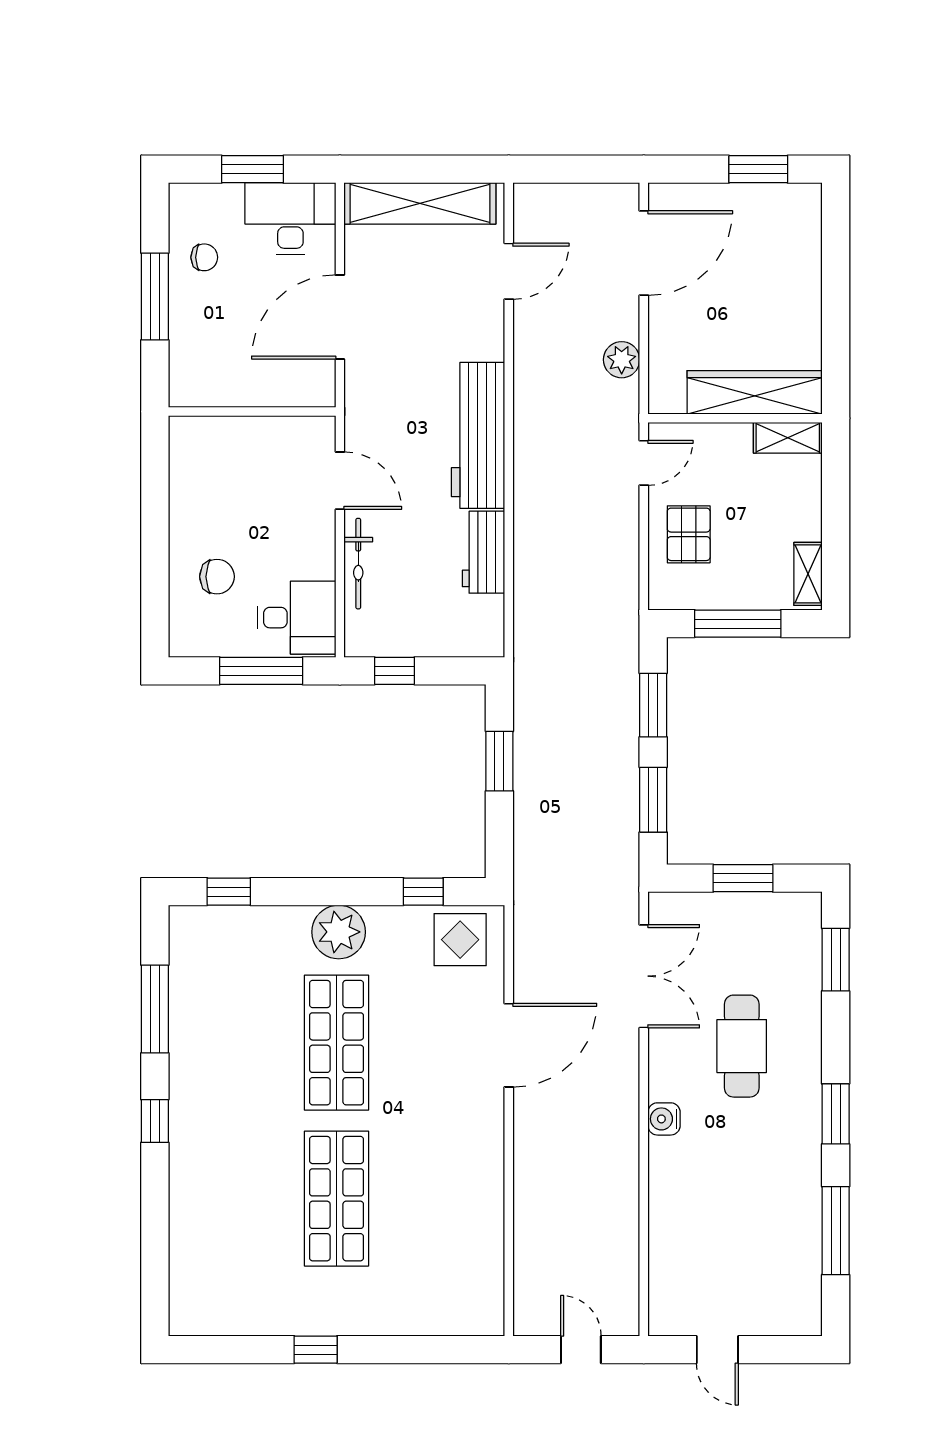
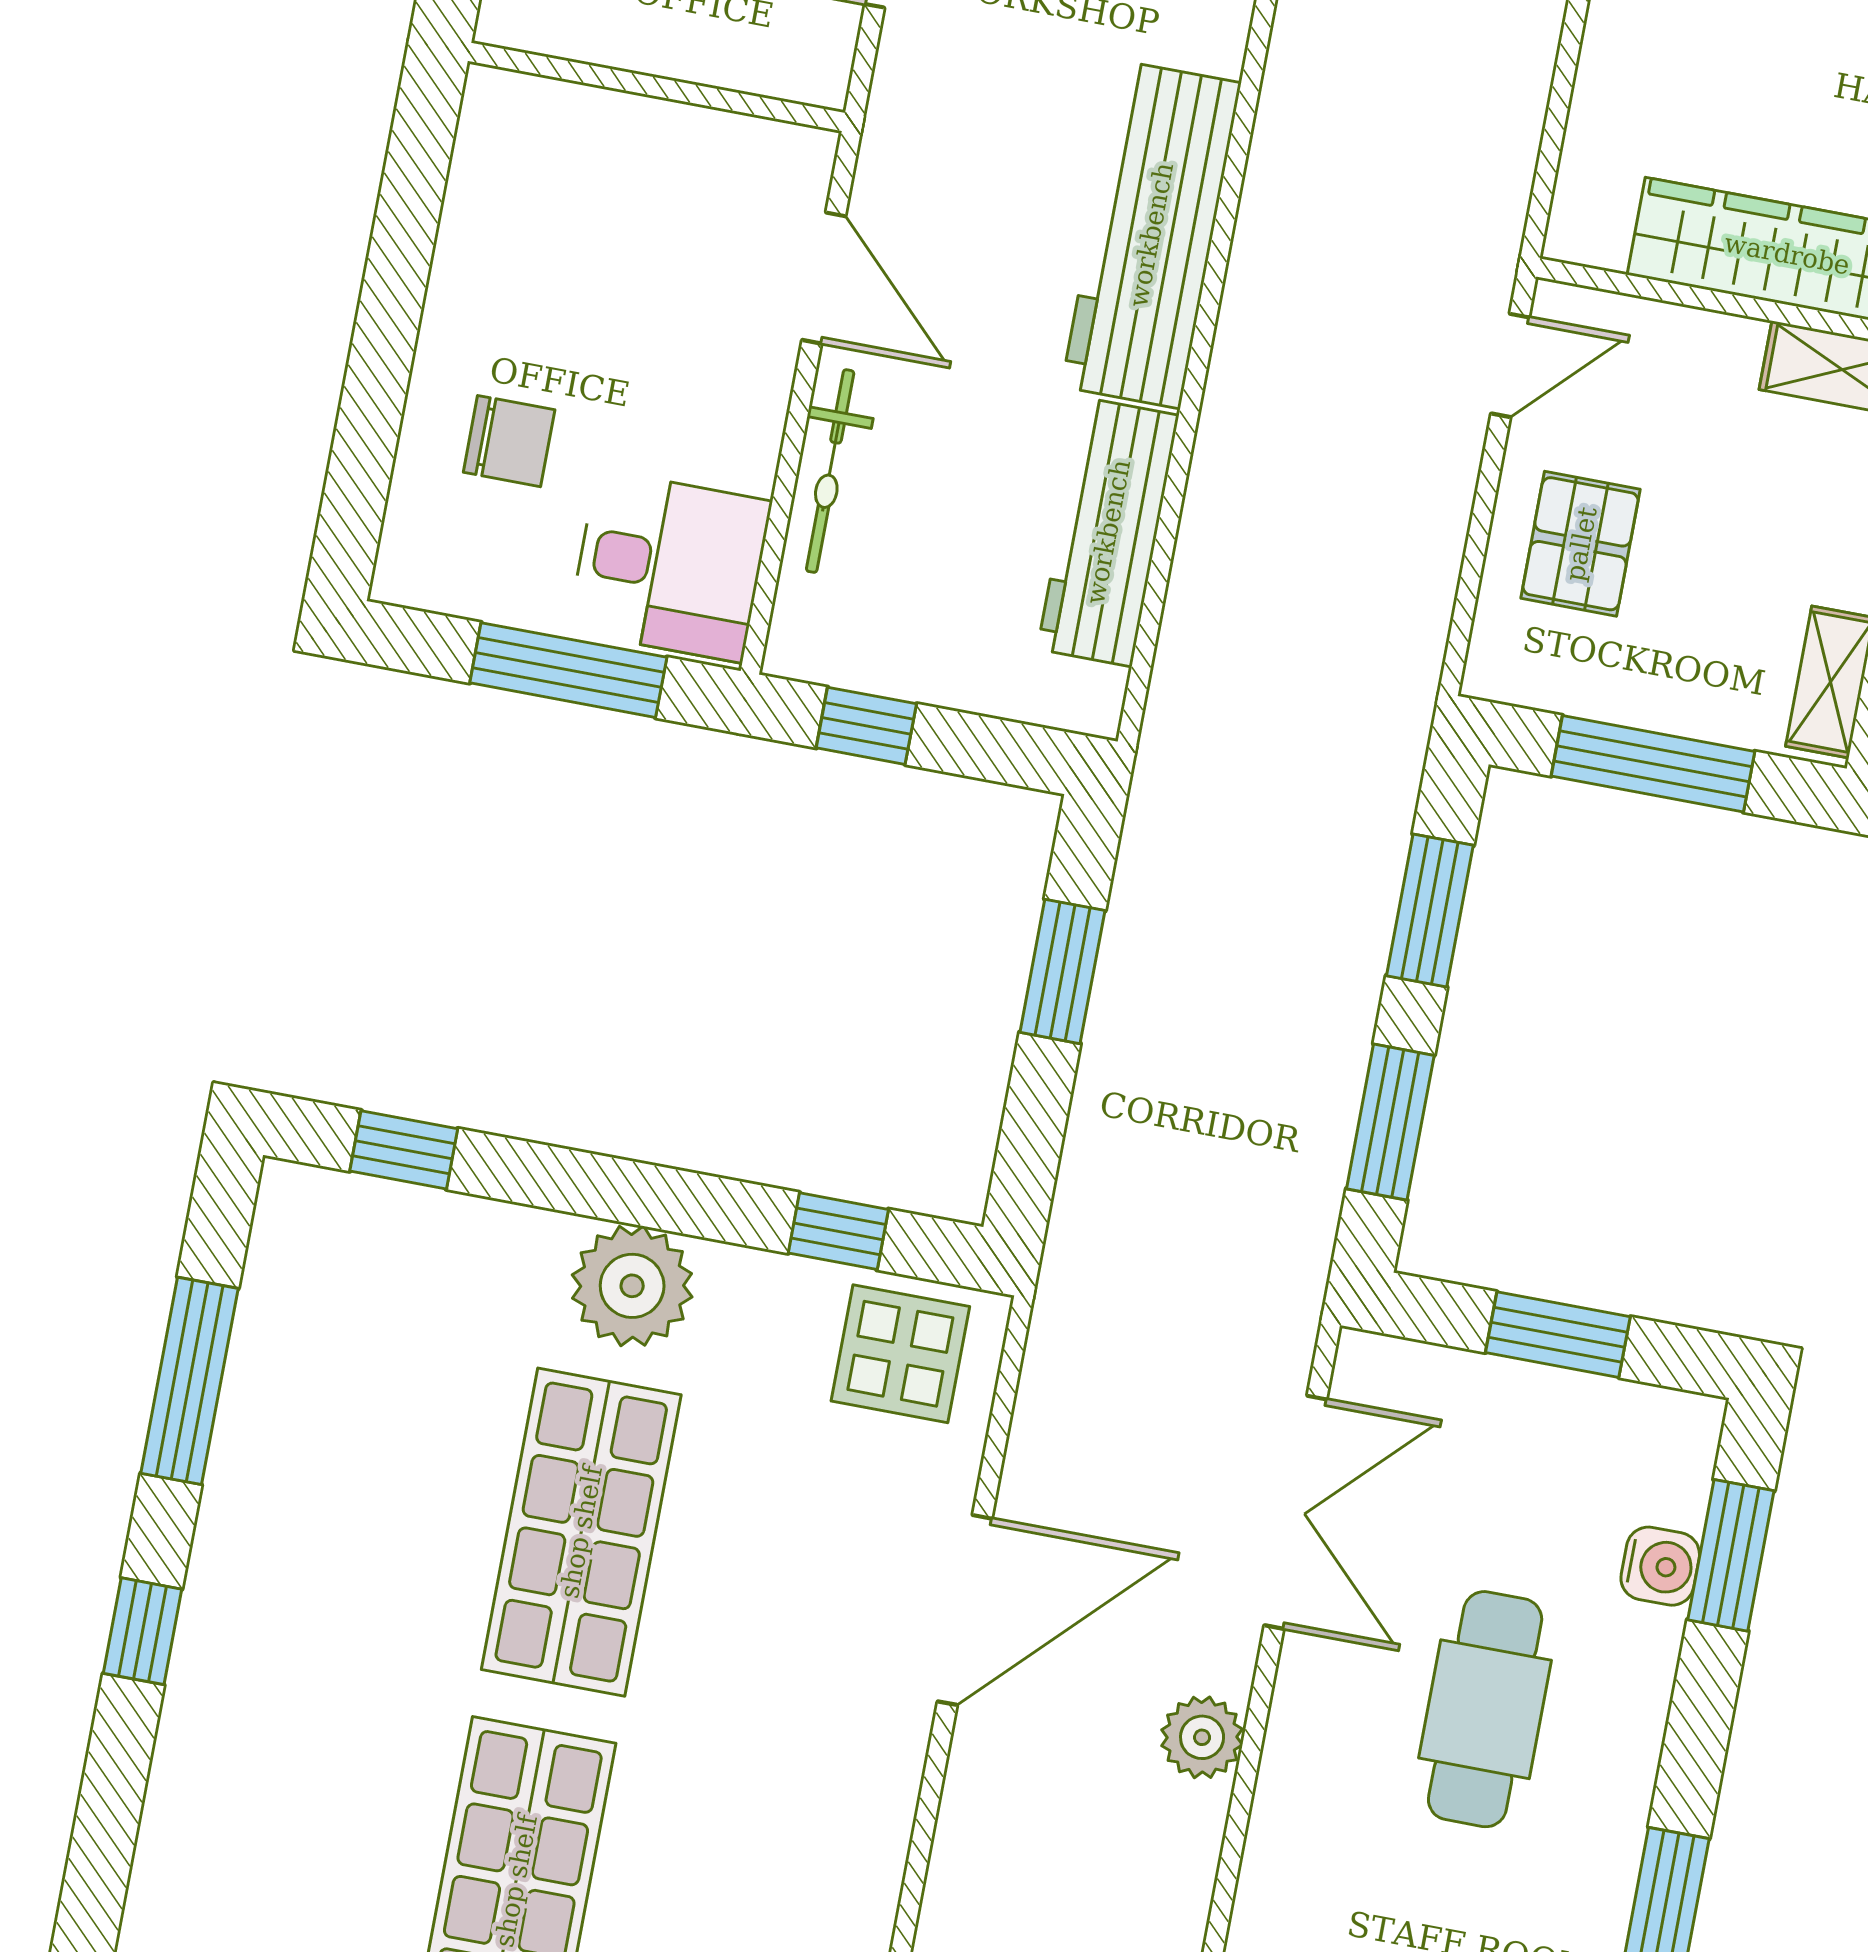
plant: (622, 360) -> (1202, 1737), moved
workbench: (483, 552) -> (1108, 532), width x1.37
water cooler: (664, 1119) -> (1660, 1566), moved, turned 180

